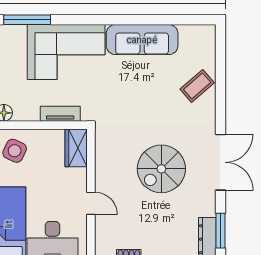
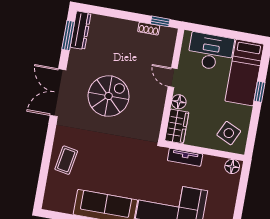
coffee table: (197, 86) -> (66, 160), turned -39
floor lamp: (79, 177) -> (179, 102), added

